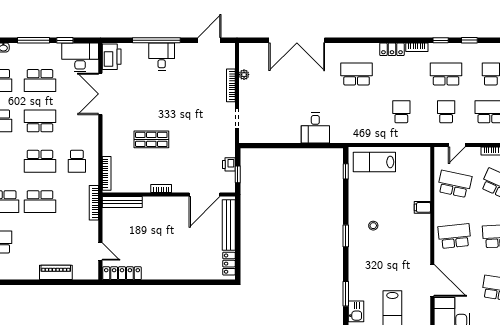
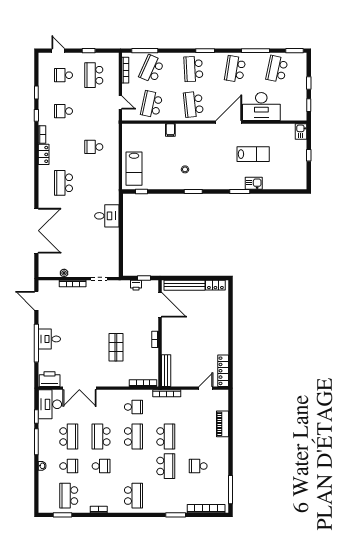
school desk: (446, 74) -> (64, 111), width x0.54
school desk: (446, 112) -> (94, 111), removed

